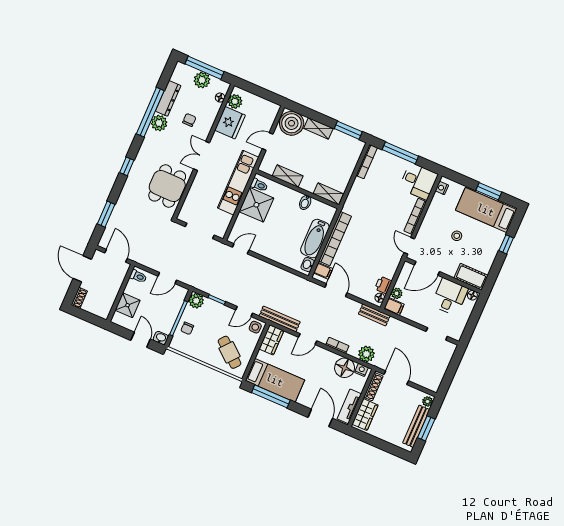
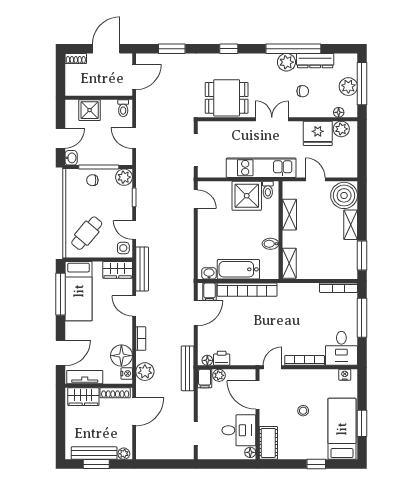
bench: (374, 315) -> (188, 368), width x1.36

